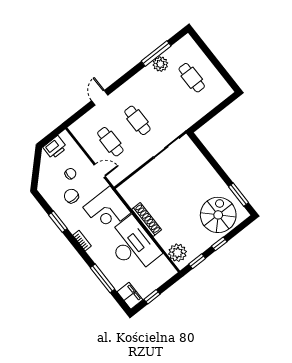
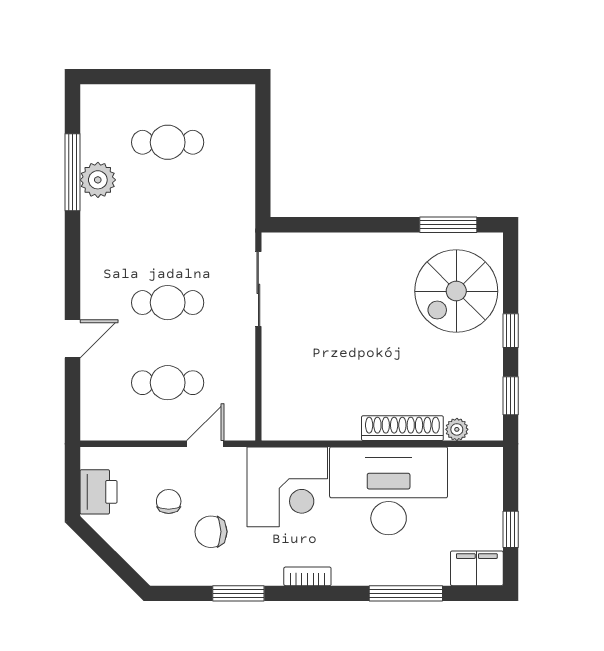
door: (100, 98) -> (72, 339), swing flipped
spiral stairs: (218, 215) -> (456, 291), turned -90
shoe rack: (147, 219) -> (402, 428), moved
plant: (178, 253) -> (457, 429), width x0.53, depth x0.53

